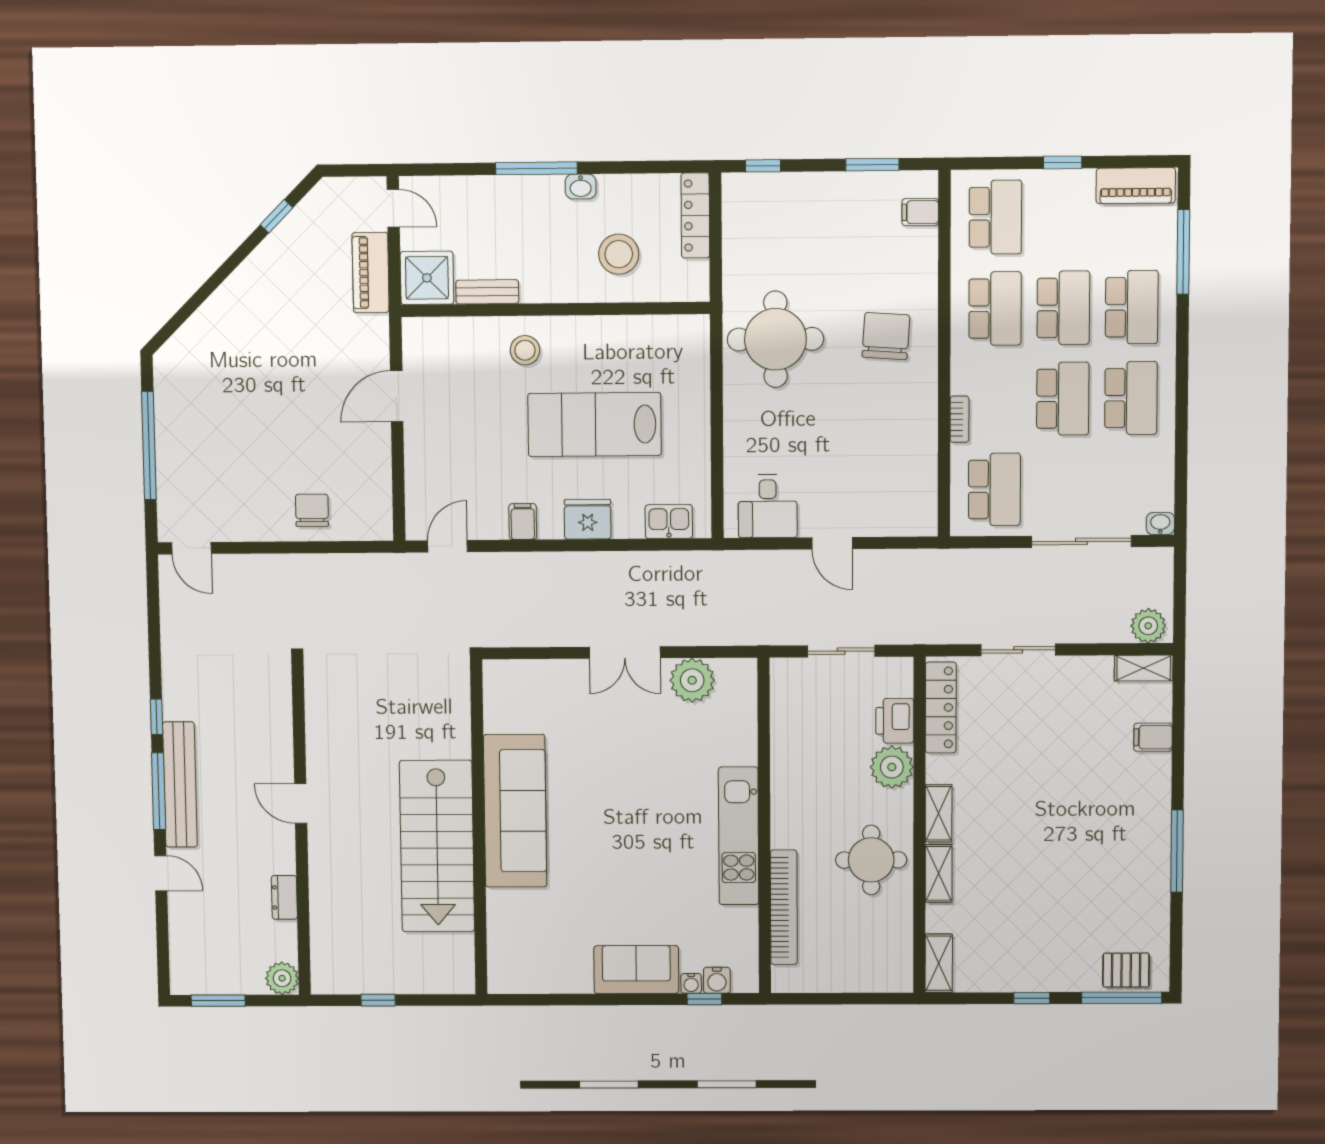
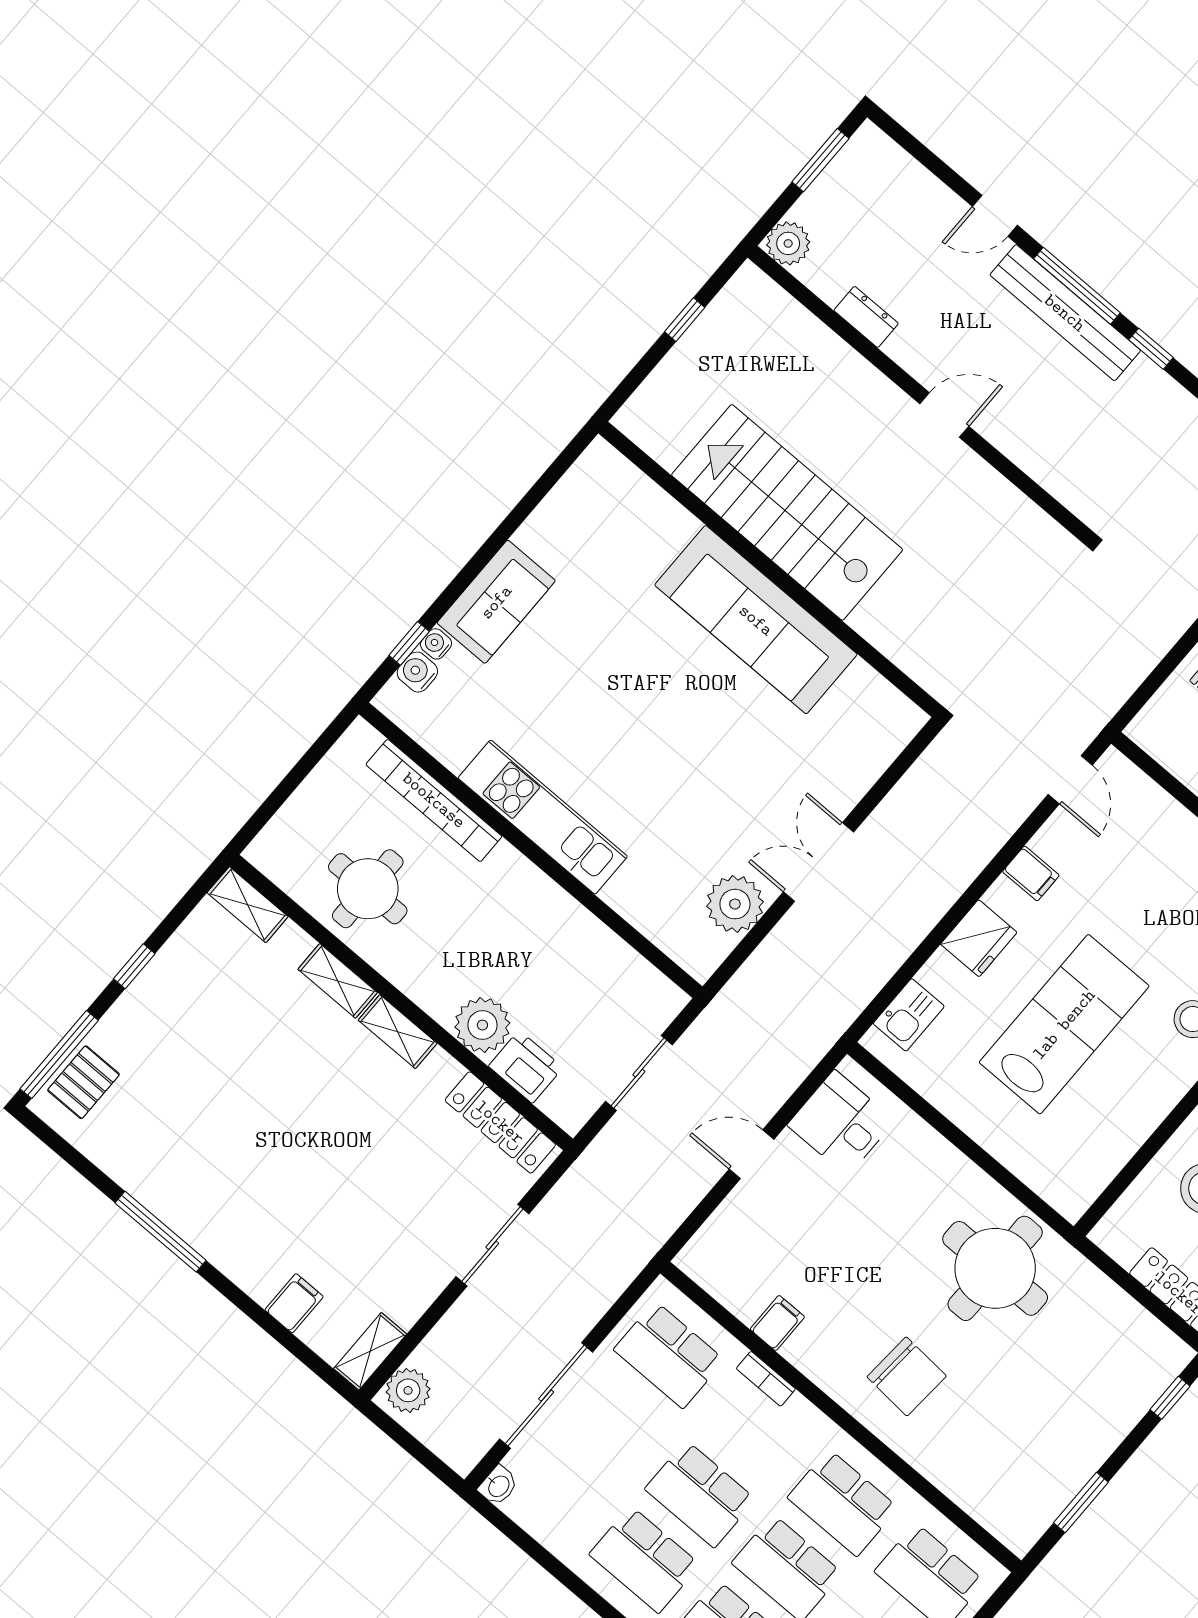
filing cabinet: (920, 212) -> (777, 1323), moved
round table: (871, 860) -> (368, 889), moved

